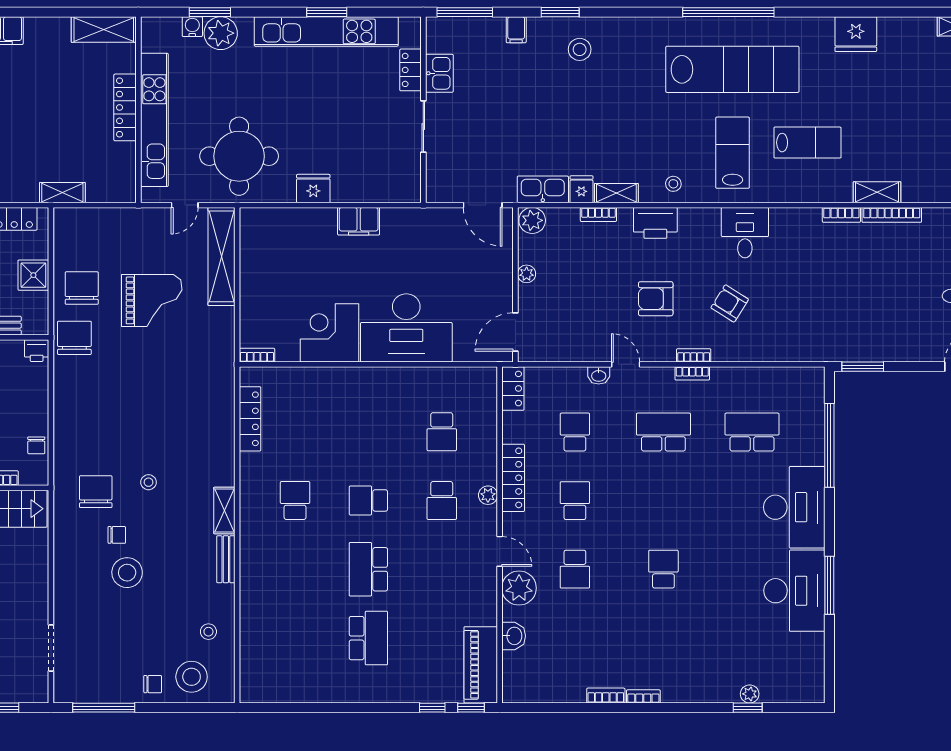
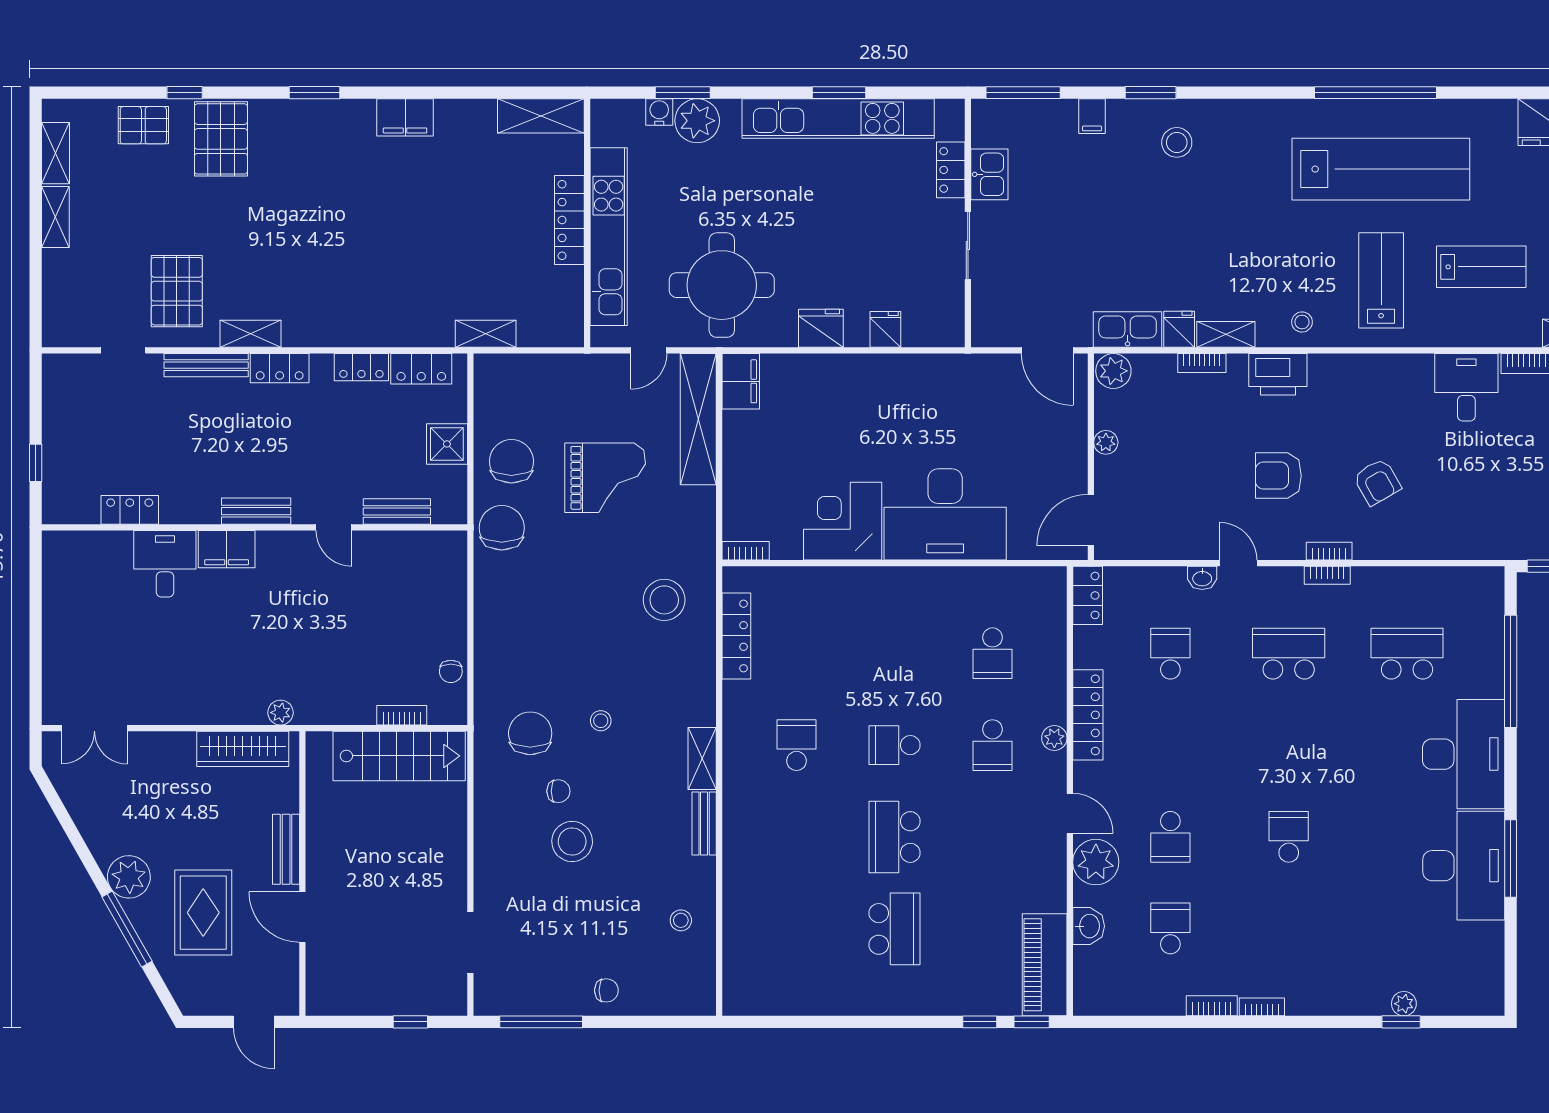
fridge: (362, 189) -> (885, 329), added
filing cabinet: (359, 221) -> (741, 381), moved, turned -90
desk: (745, 233) -> (1466, 387), moved
armchair: (730, 303) -> (1377, 482), turned -152
printer: (37, 351) -> (451, 545), removed
school desk: (575, 501) -> (1170, 928), moved
stool: (192, 677) -> (664, 600), moved

